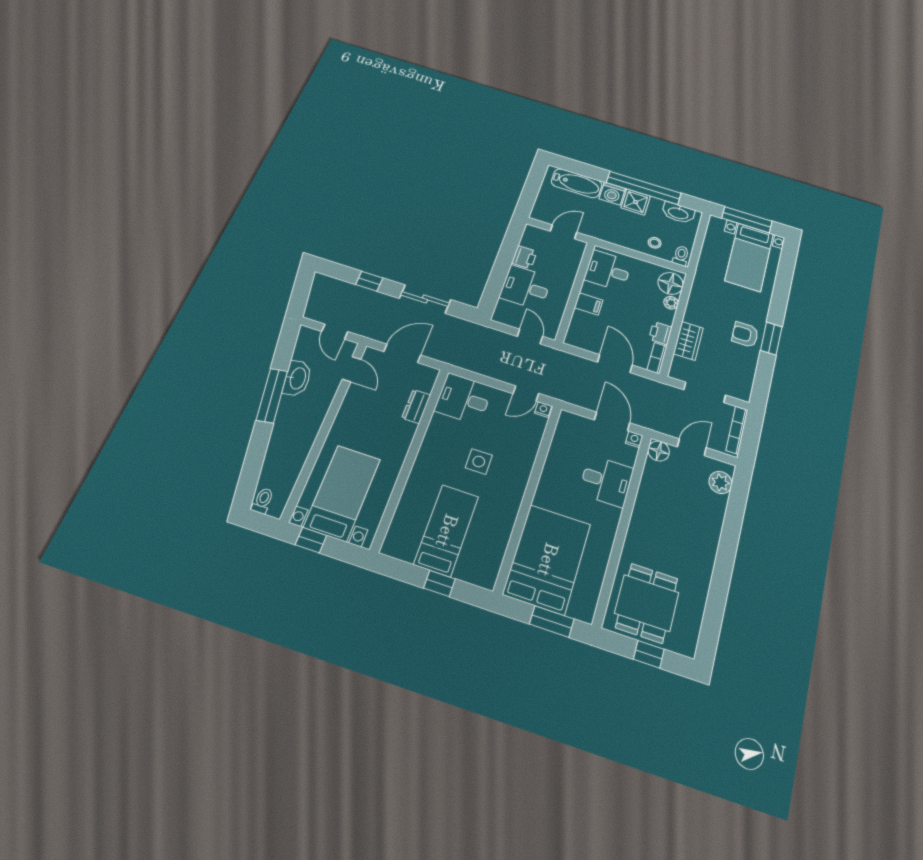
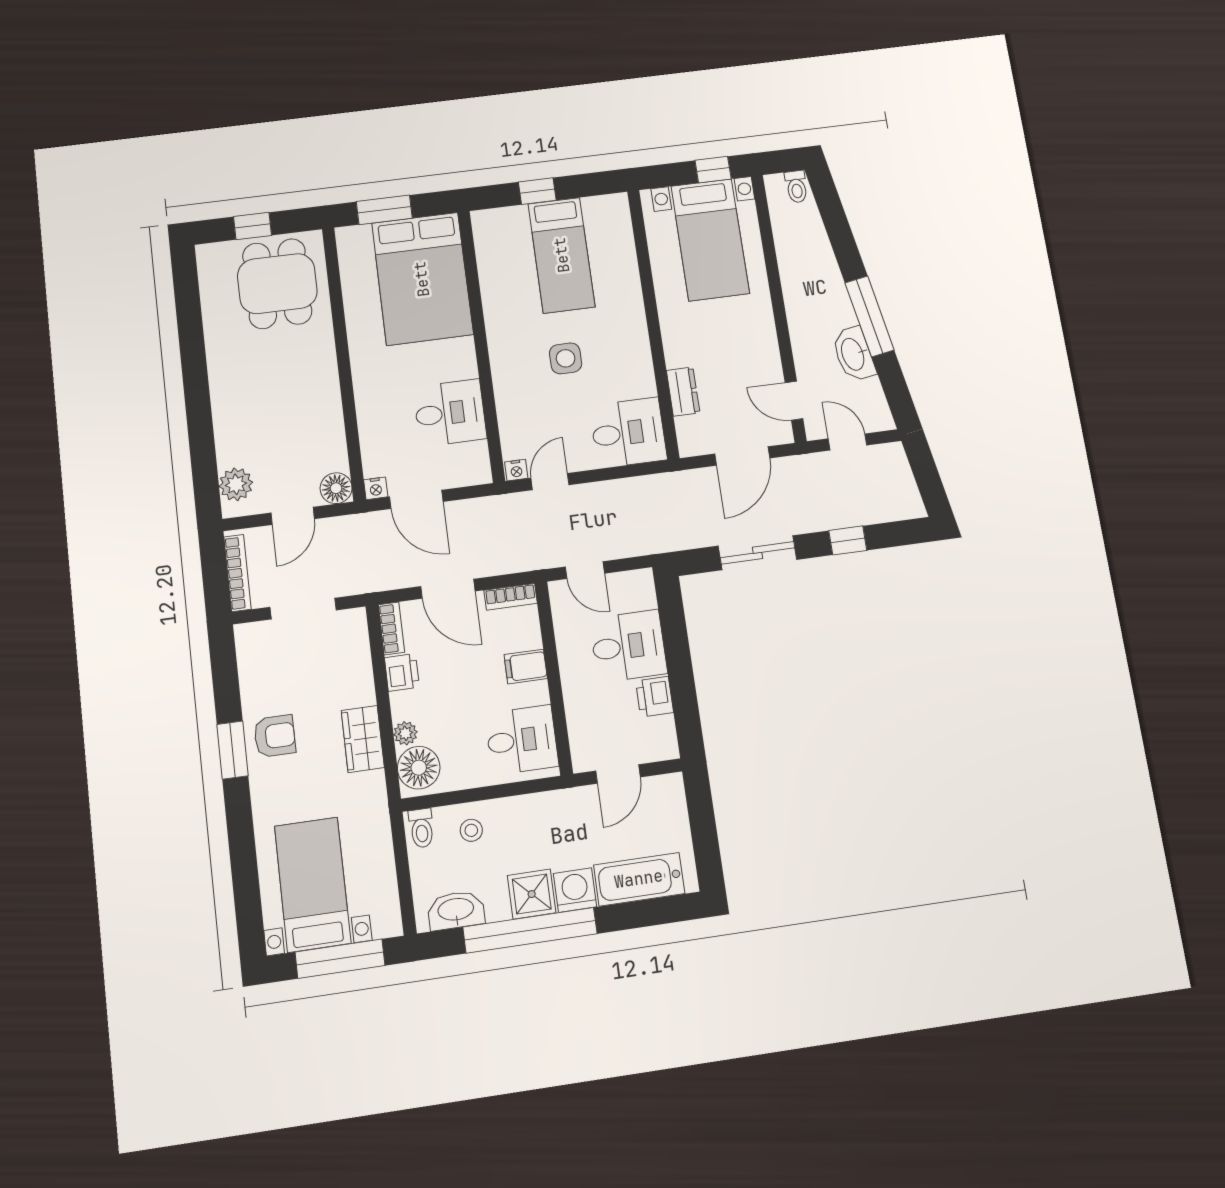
wardrobe: (688, 341) -> (363, 739), moved
bookcase: (580, 343) -> (511, 597), added
desk: (606, 481) -> (450, 413), moved, turned 180

